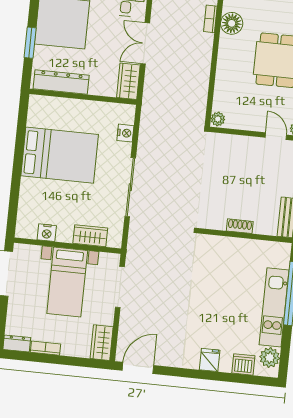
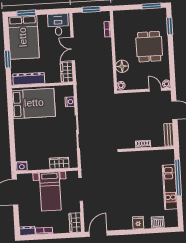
floor lamp: (232, 23) -> (122, 66), moved
bed: (60, 155) -> (34, 103), moved
nightstand: (47, 233) -> (22, 166), moved
plant: (270, 358) -> (172, 216), removed

